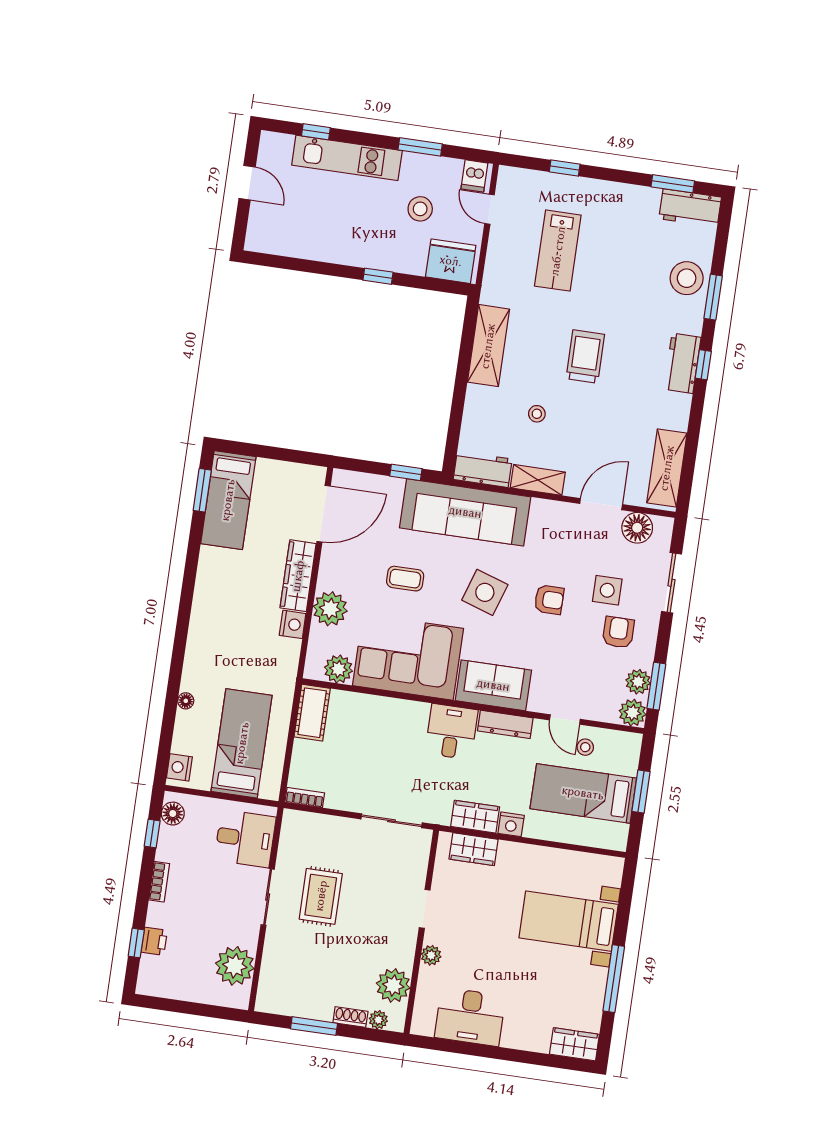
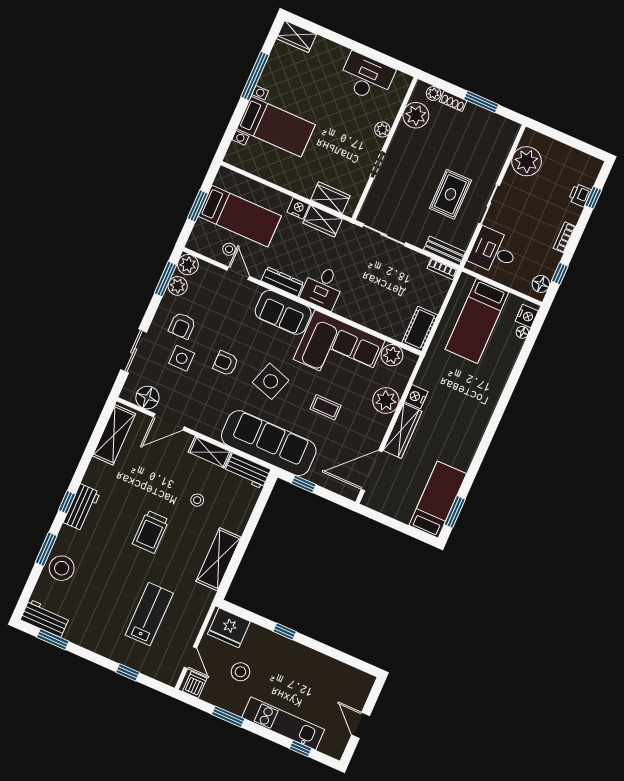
floor lamp: (186, 701) -> (522, 332), moved
bench: (308, 822) -> (445, 251), added

